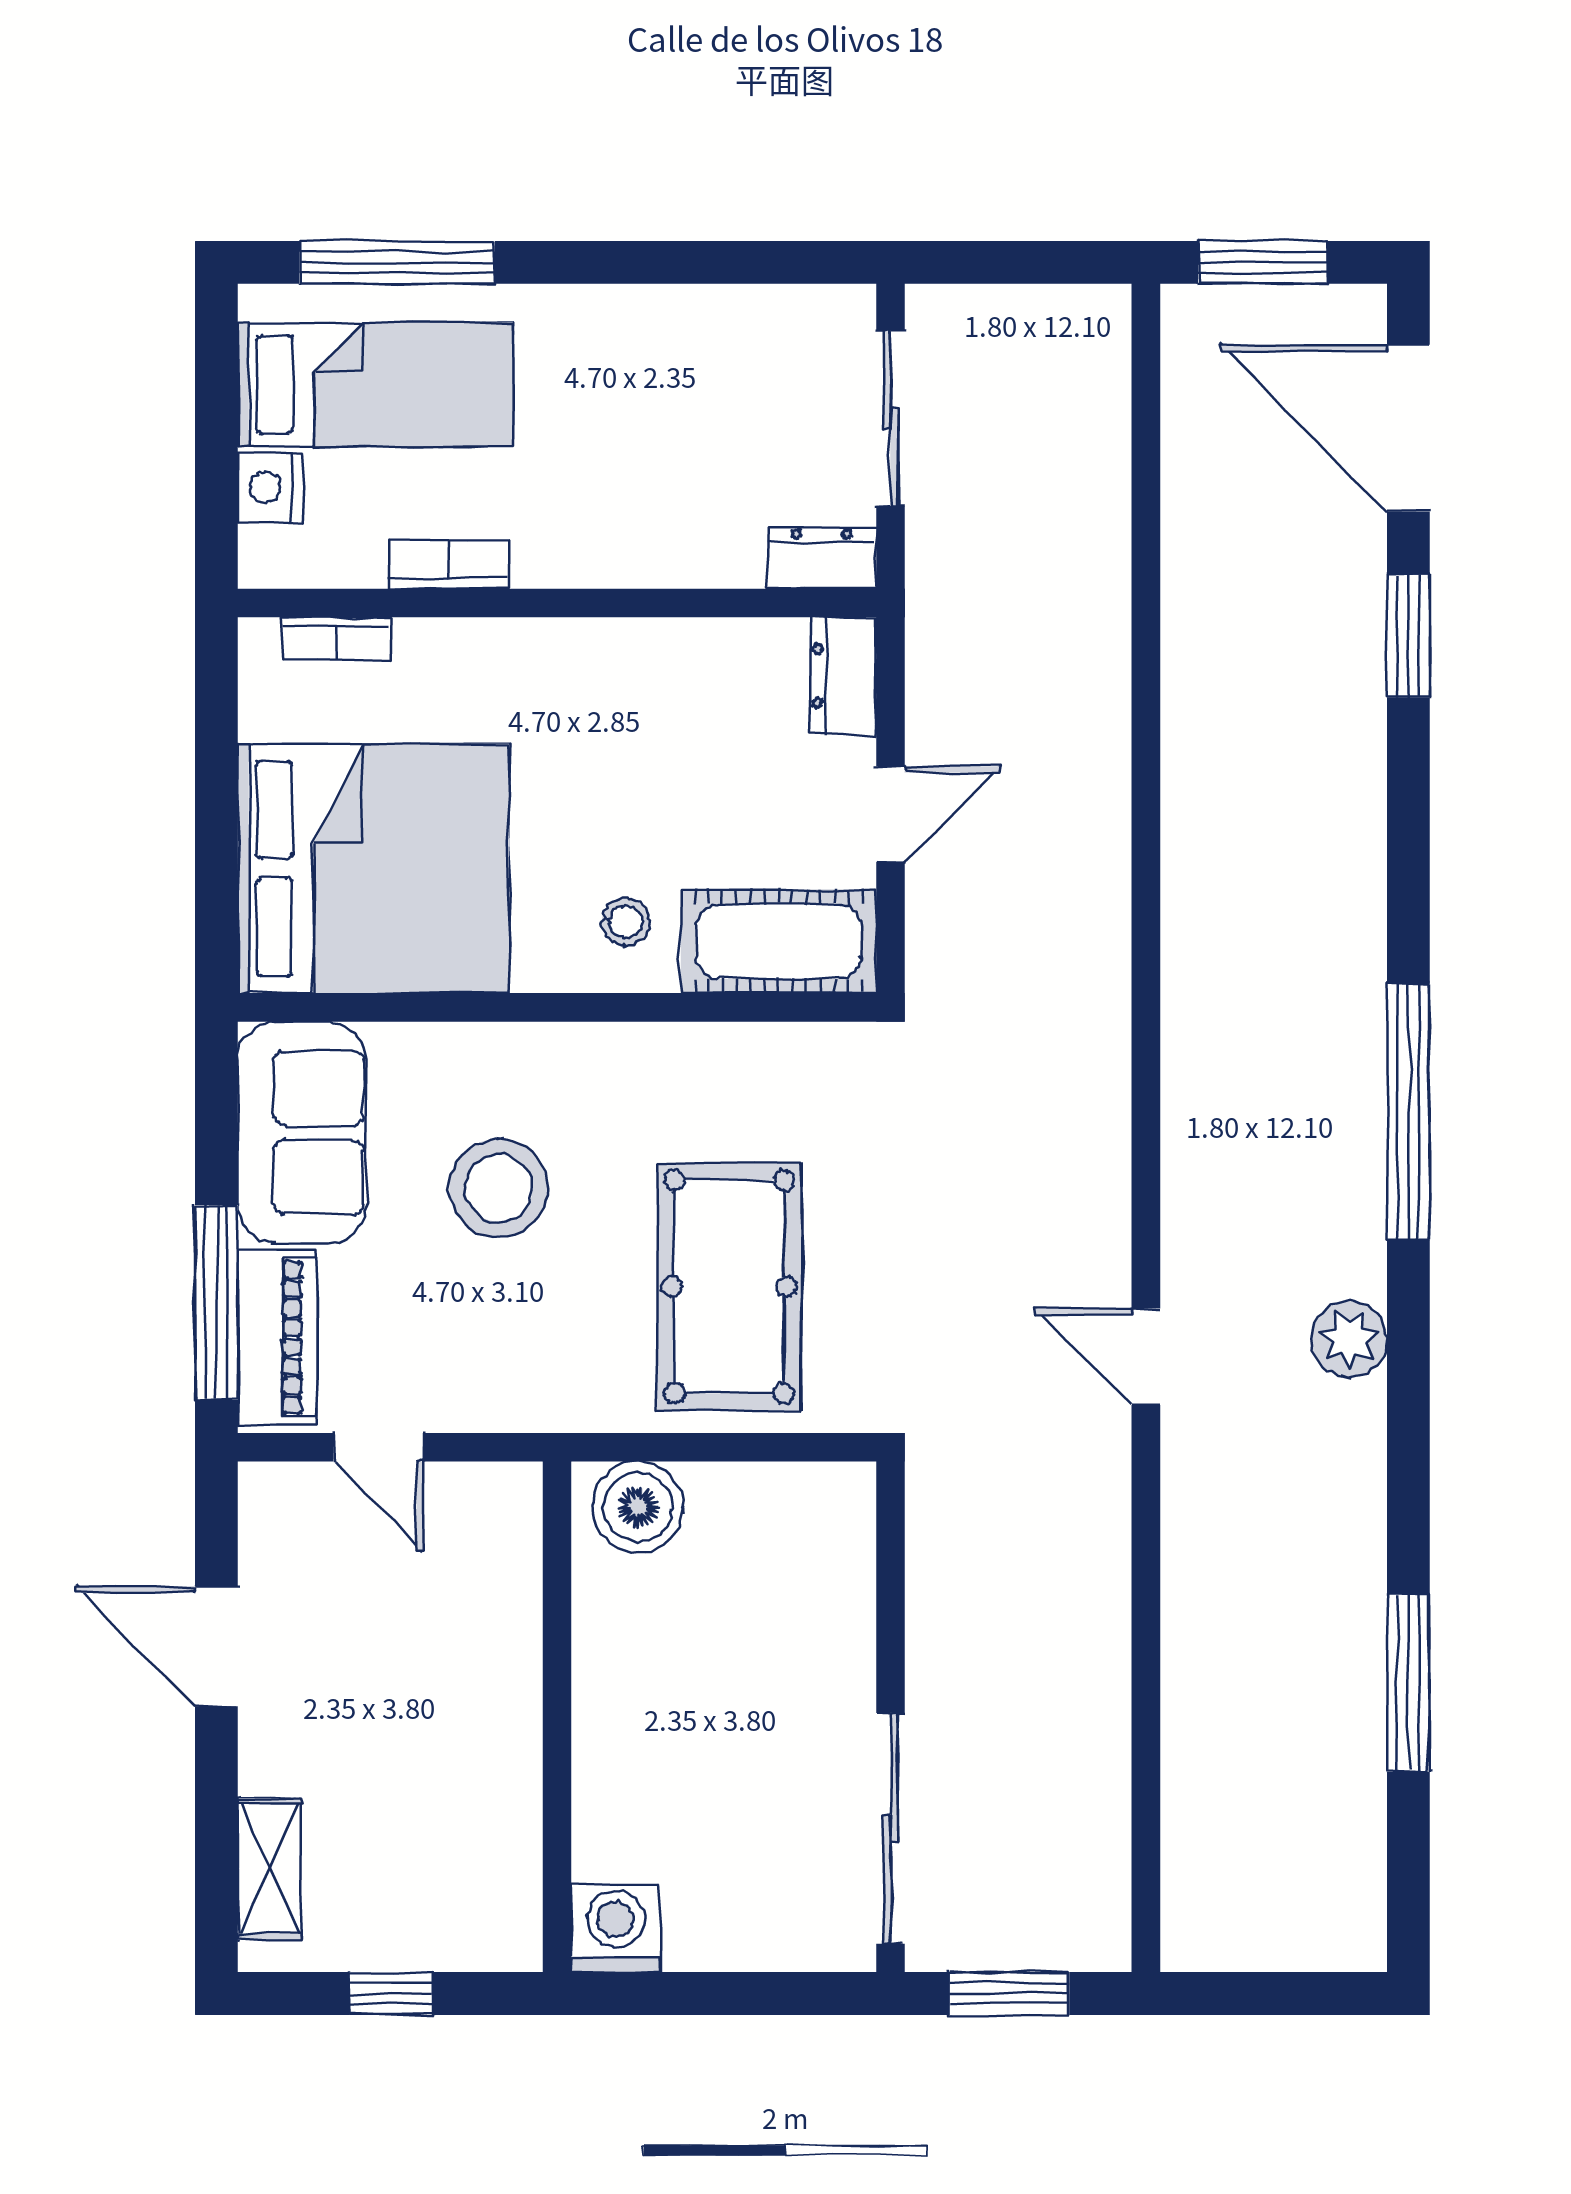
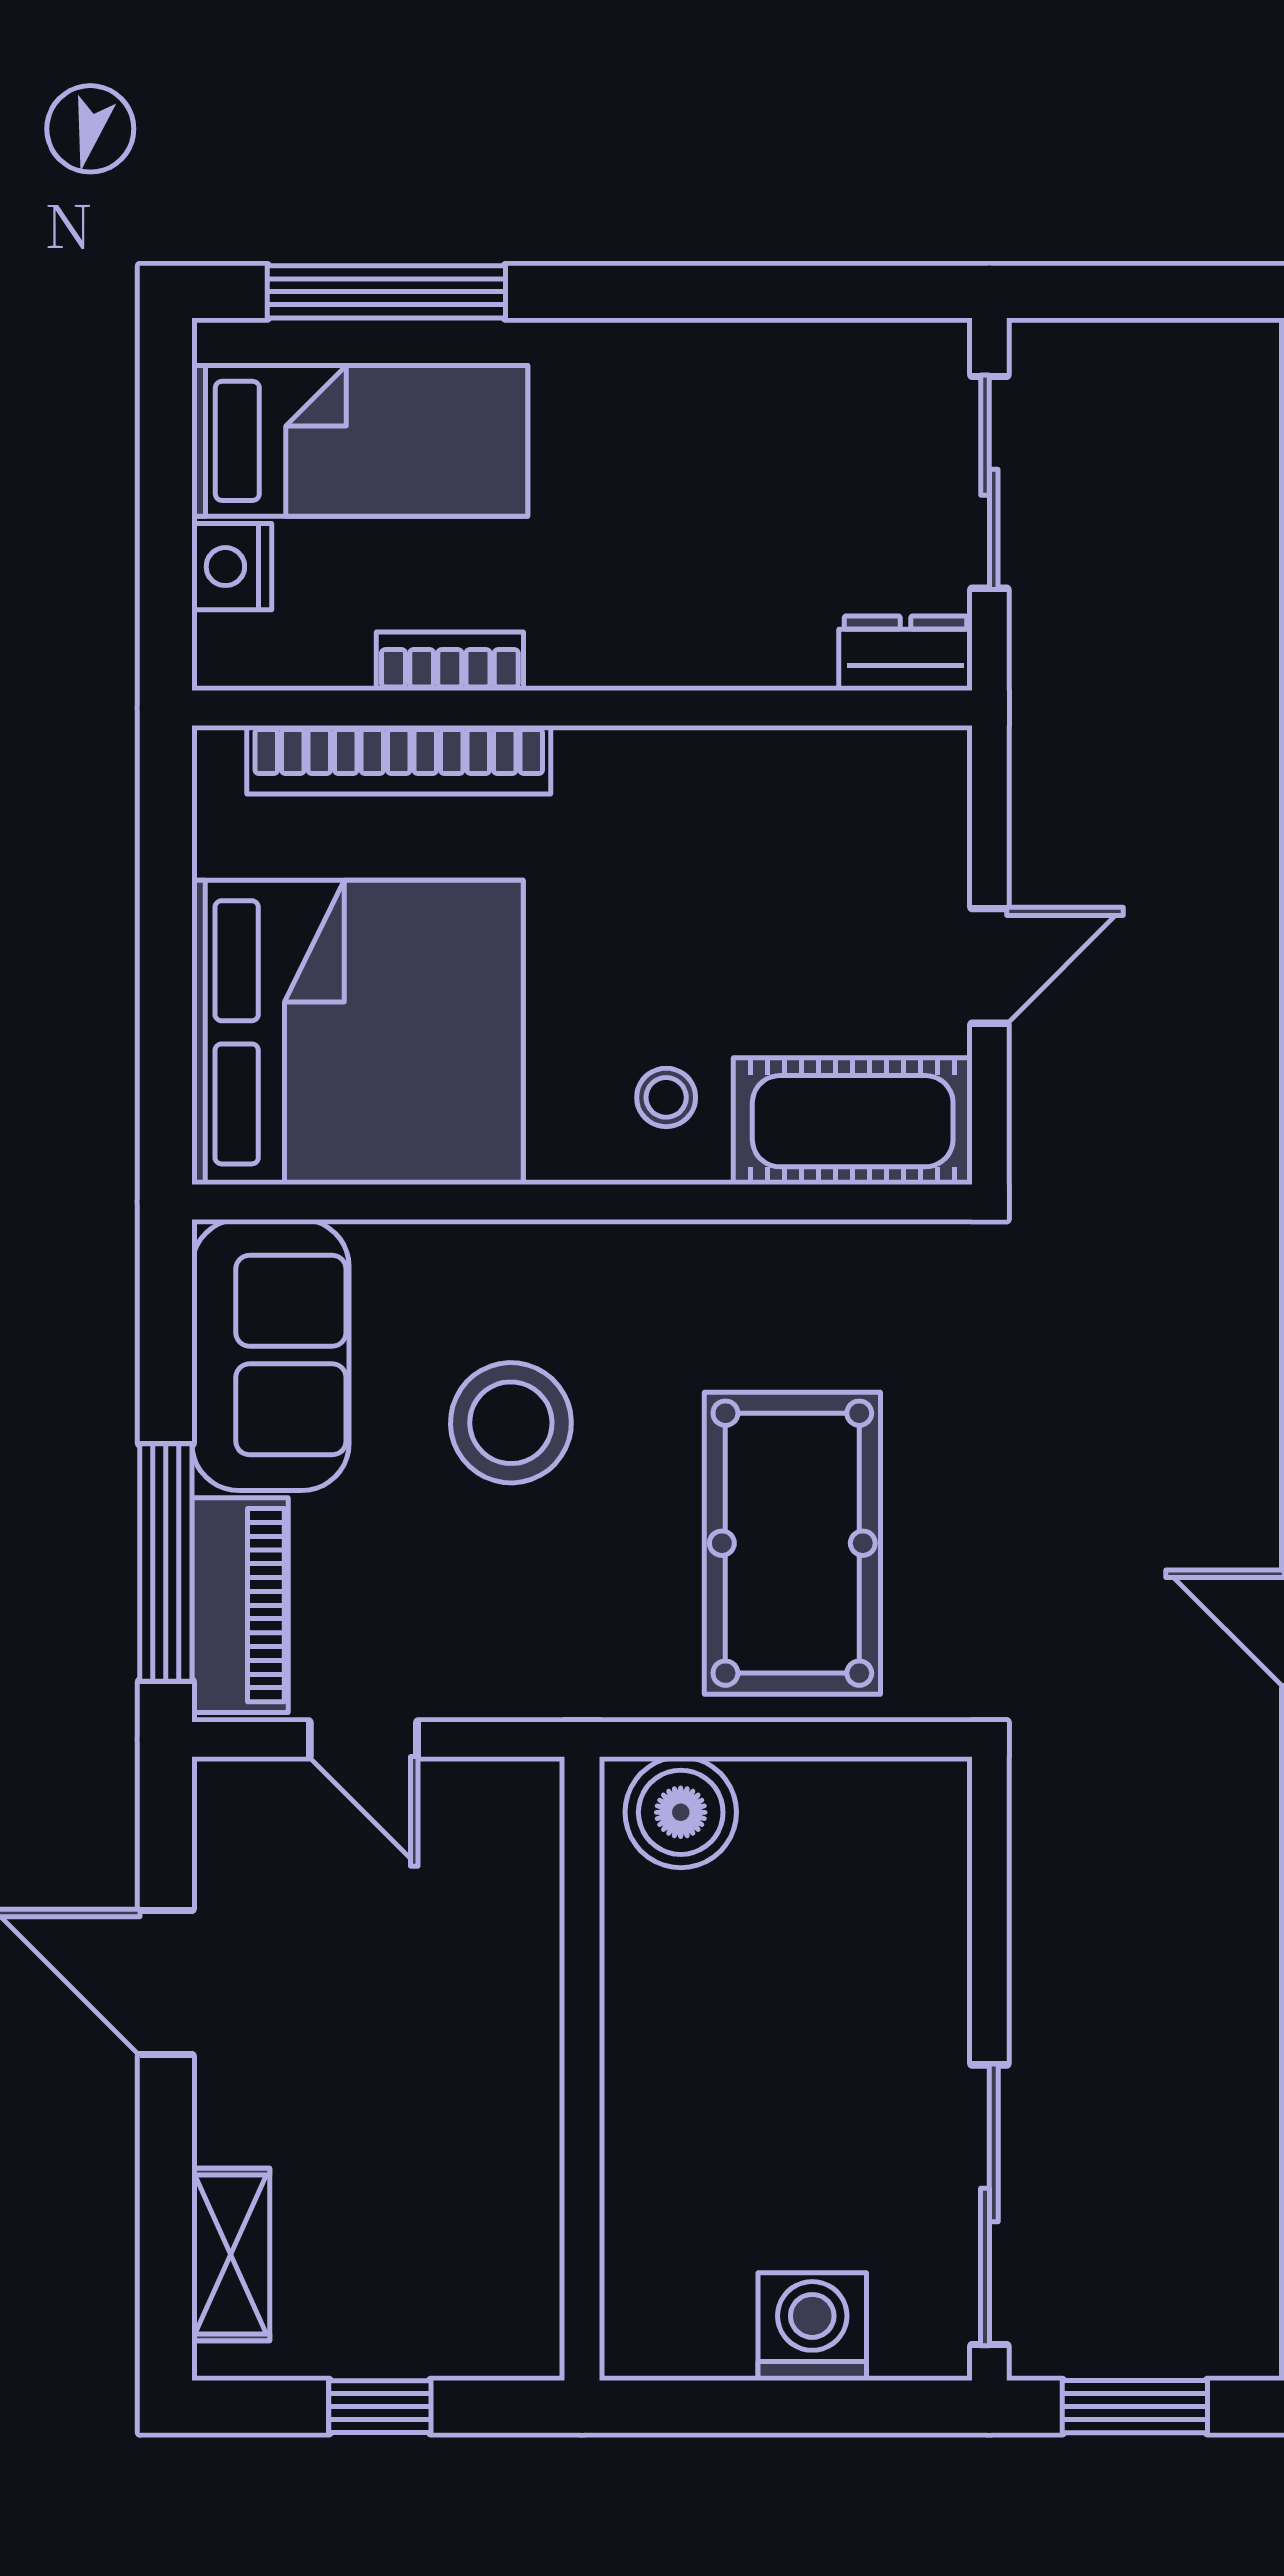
bookcase: (336, 639) -> (399, 760), width x2.31, depth x1.31
dresser: (843, 676) -> (932, 797), removed
washing machine: (615, 1928) -> (812, 2327), moved

